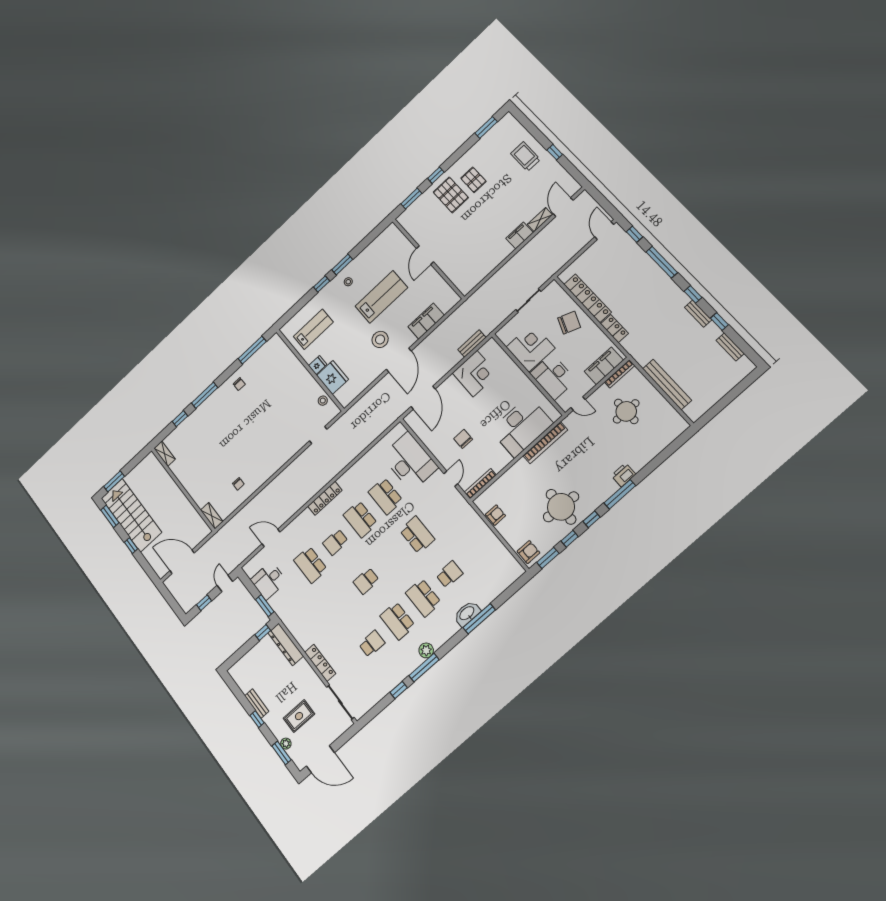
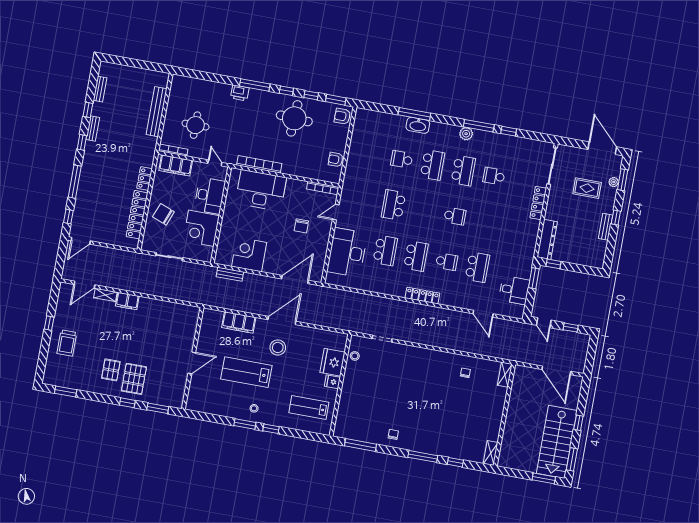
door: (225, 583) -> (544, 323), hinge flipped

